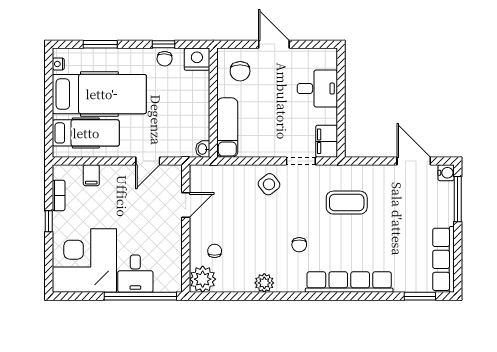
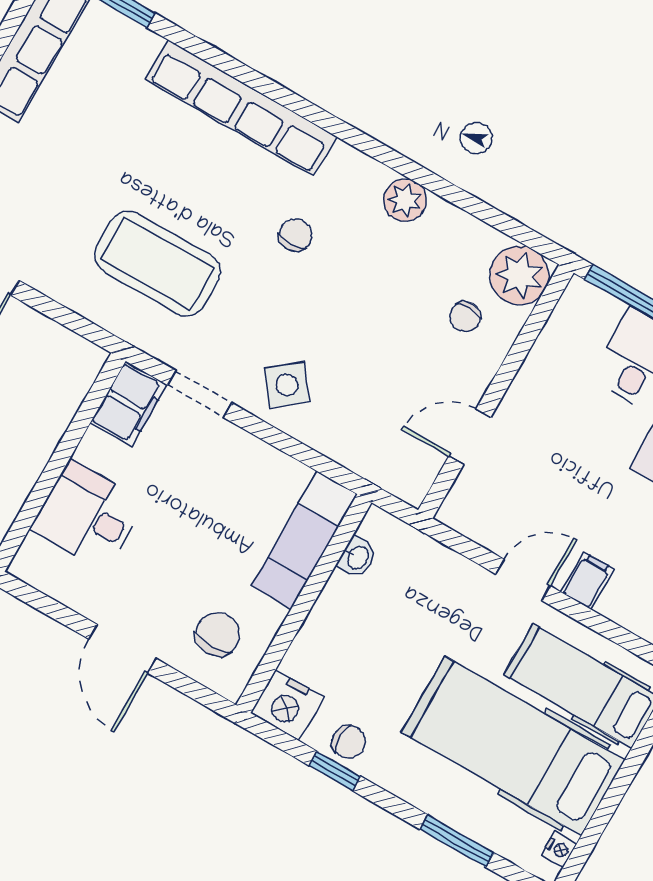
chair: (165, 59) -> (349, 742), turned 88
washbasin: (203, 149) -> (357, 557), moved
door: (148, 161) -> (523, 580), moved
filing cabinet: (91, 175) -> (587, 581), moved
coffee table: (347, 203) -> (158, 264), width x1.36, depth x1.32

